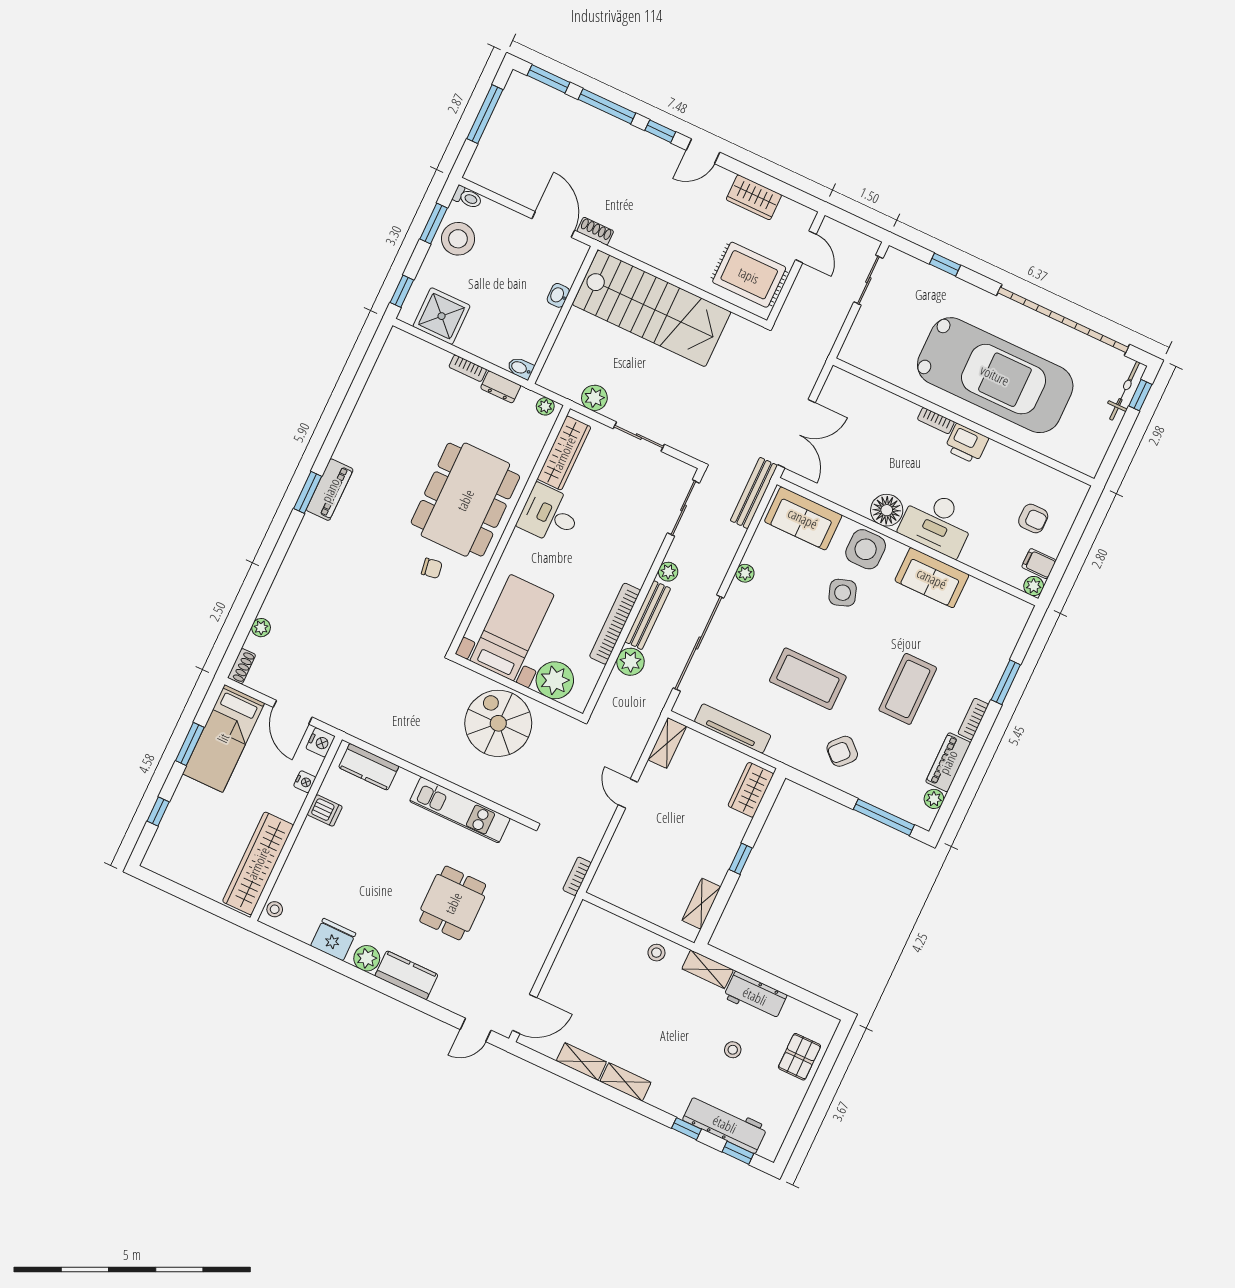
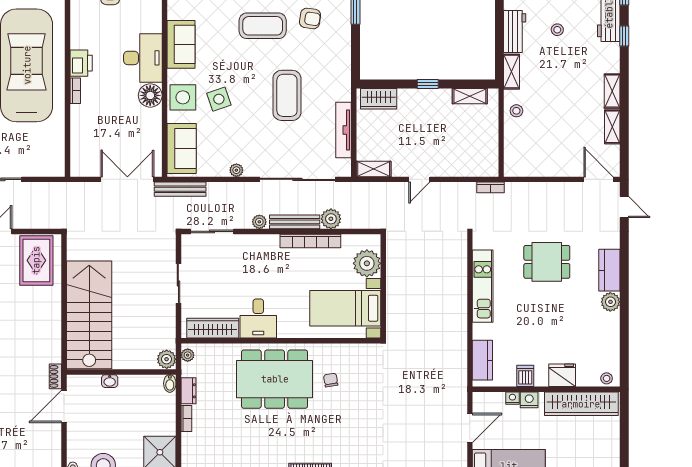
plant: (594, 398) -> (167, 359), moved
spiral stairs: (498, 723) -> (413, 288), removed
nightstand: (320, 742) -> (529, 400), moved
armchair: (842, 751) -> (310, 18), moved, turned -35
fridge: (333, 940) -> (562, 375), moved, turned 90

